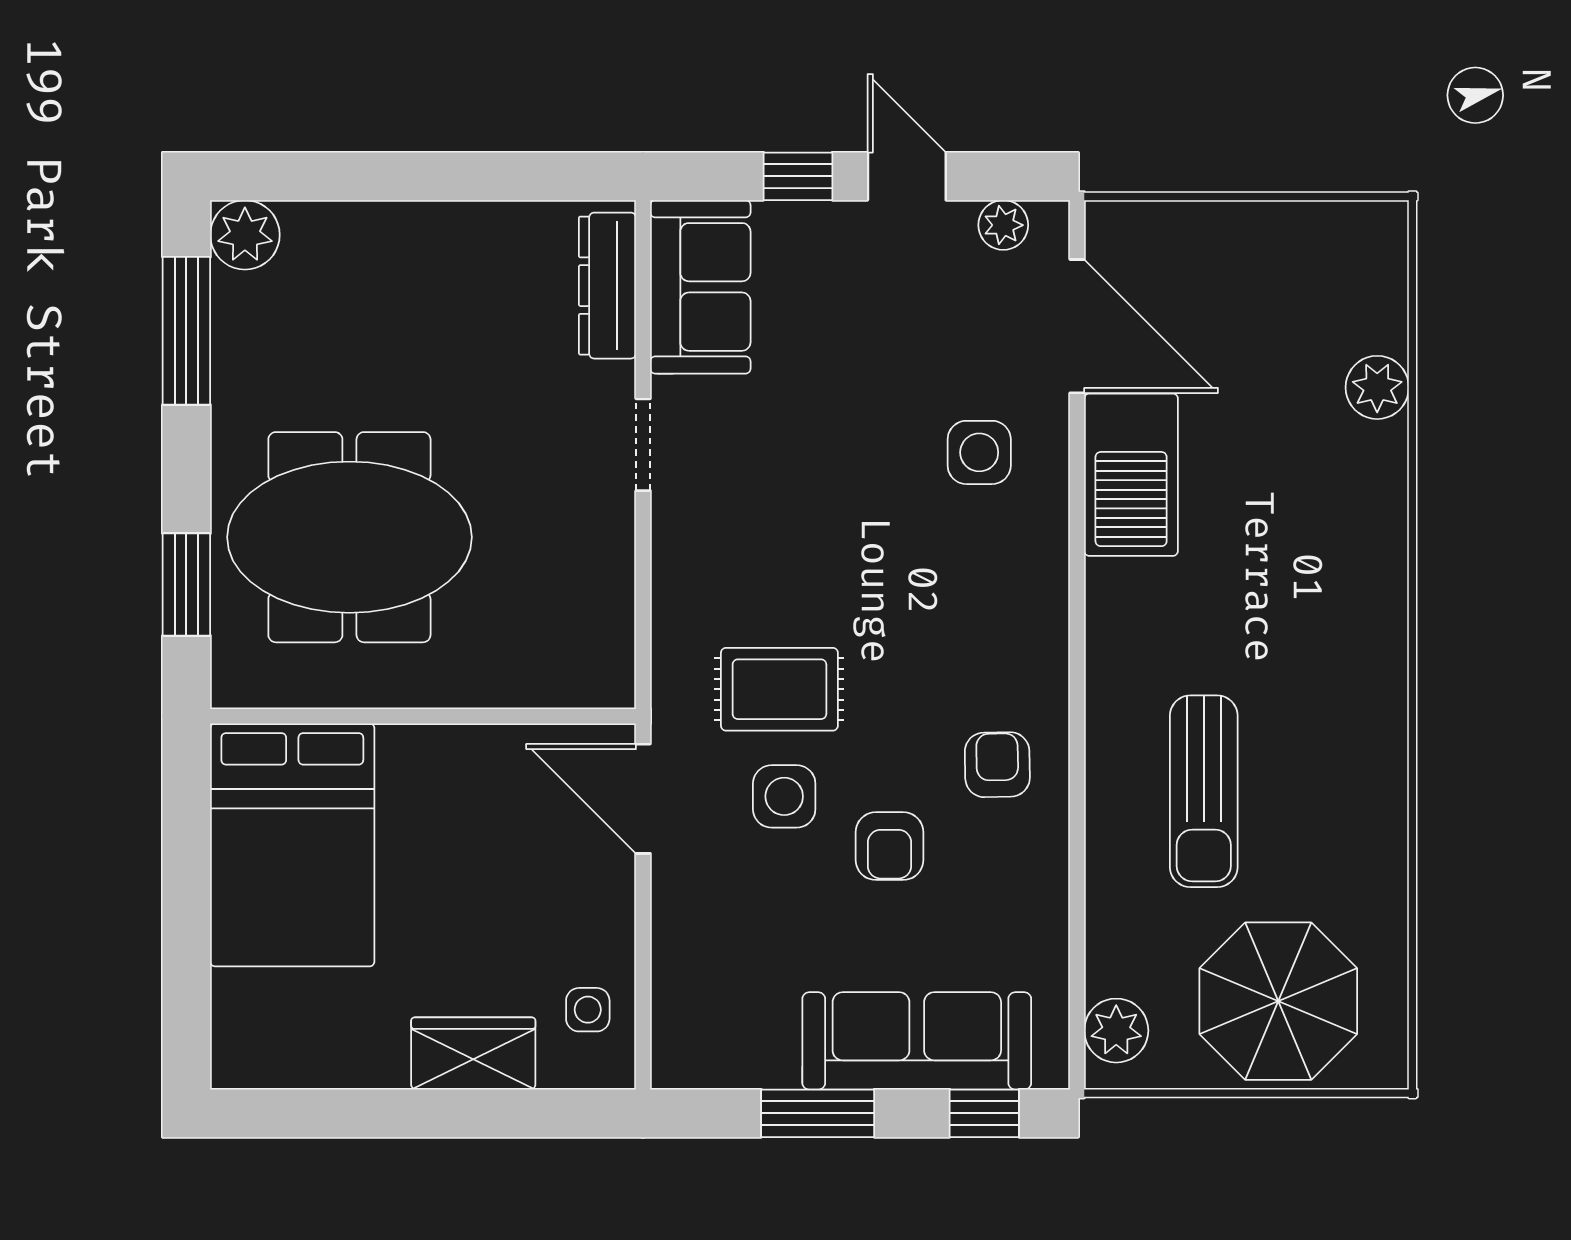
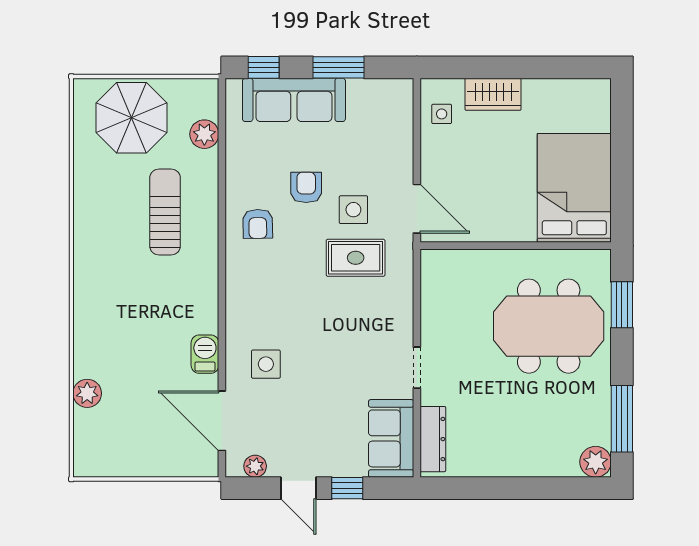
barbecue: (1131, 475) -> (205, 354), width x0.53, depth x0.65
plant: (1116, 1031) -> (204, 134), moved

